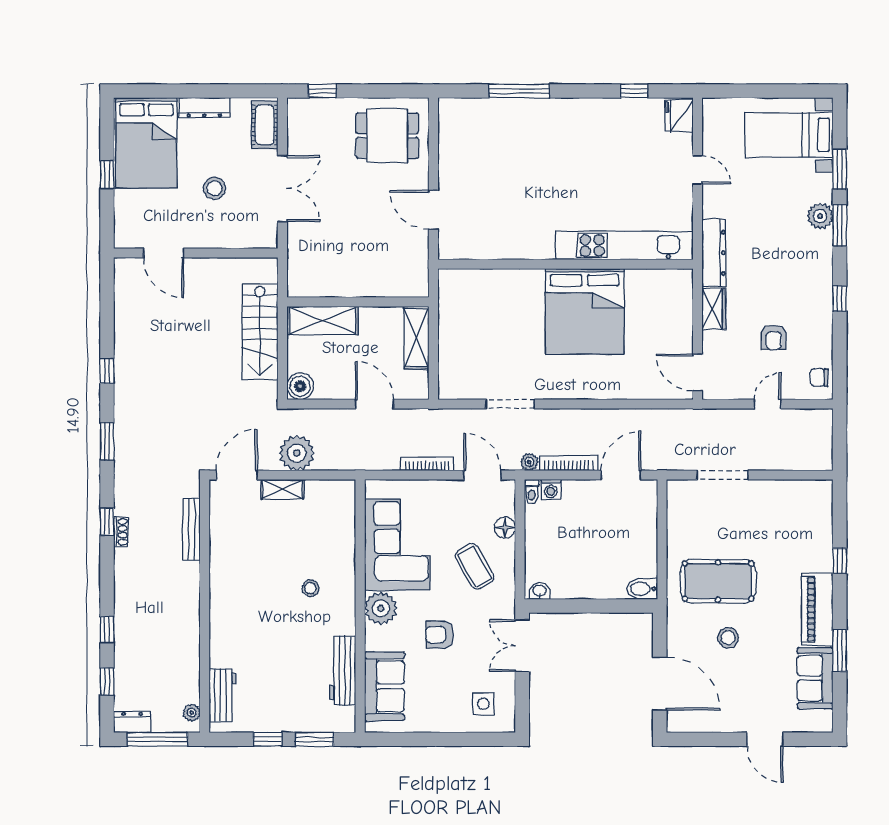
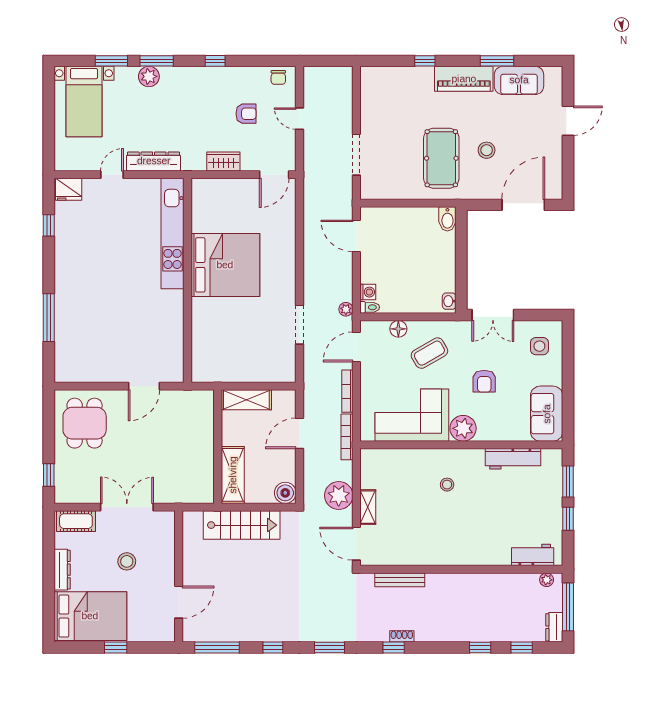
dresser: (714, 253) -> (154, 161), moved
window: (107, 301) -> (217, 648), added
bookcase: (569, 463) -> (347, 437), moved
sofa: (384, 686) -> (547, 414), moved, turned -90

